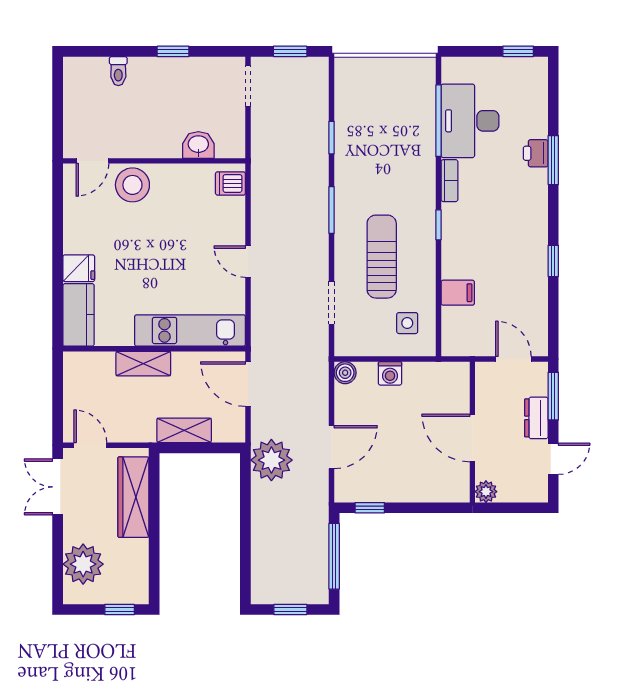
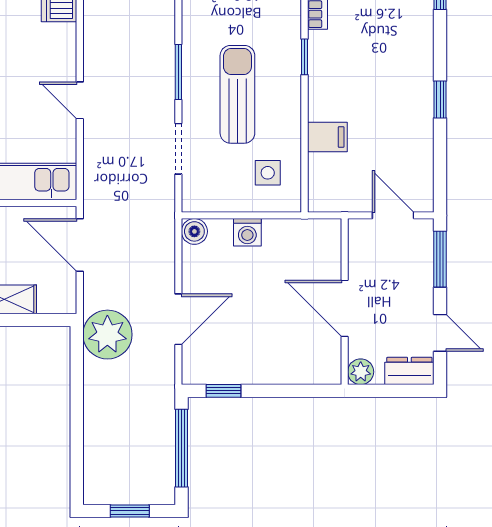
window: (332, 210) -> (178, 72), moved
dresser: (536, 418) -> (409, 371), moved, turned 90
door: (553, 459) -> (440, 333), hinge flipped

